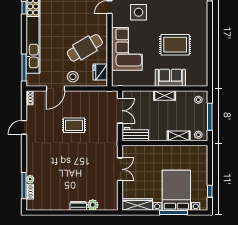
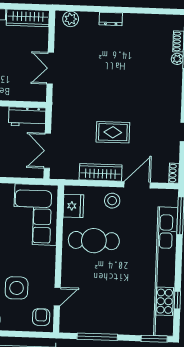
cafe table: (85, 48) -> (94, 241), turned 31
corner sofa: (127, 49) -> (36, 215), moved
wardrobe: (82, 96) -> (101, 172), added
plant: (93, 205) -> (71, 19), moved

